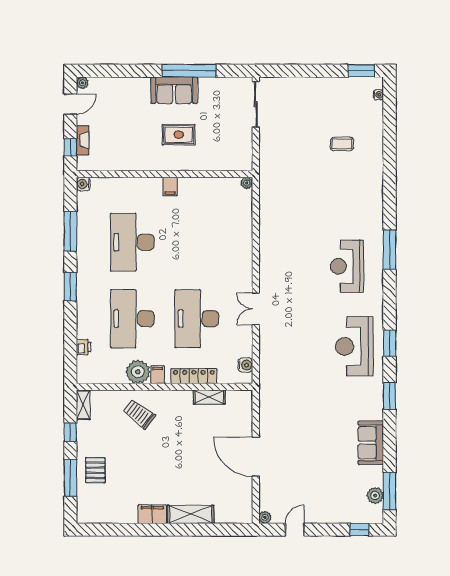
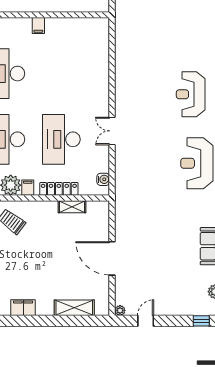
plant: (247, 183) -> (104, 23), removed
shelving: (191, 514) -> (74, 308), moved

